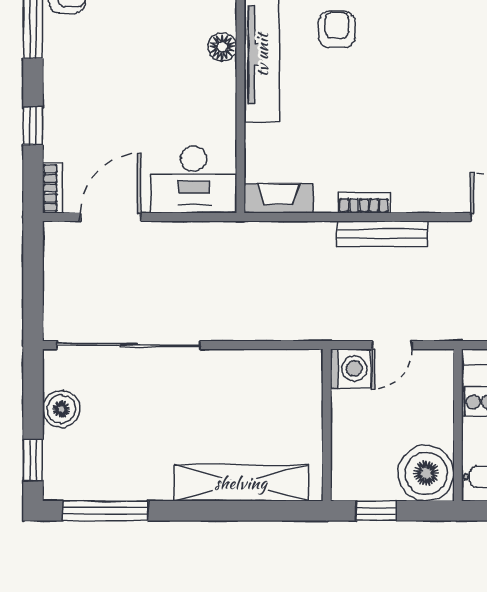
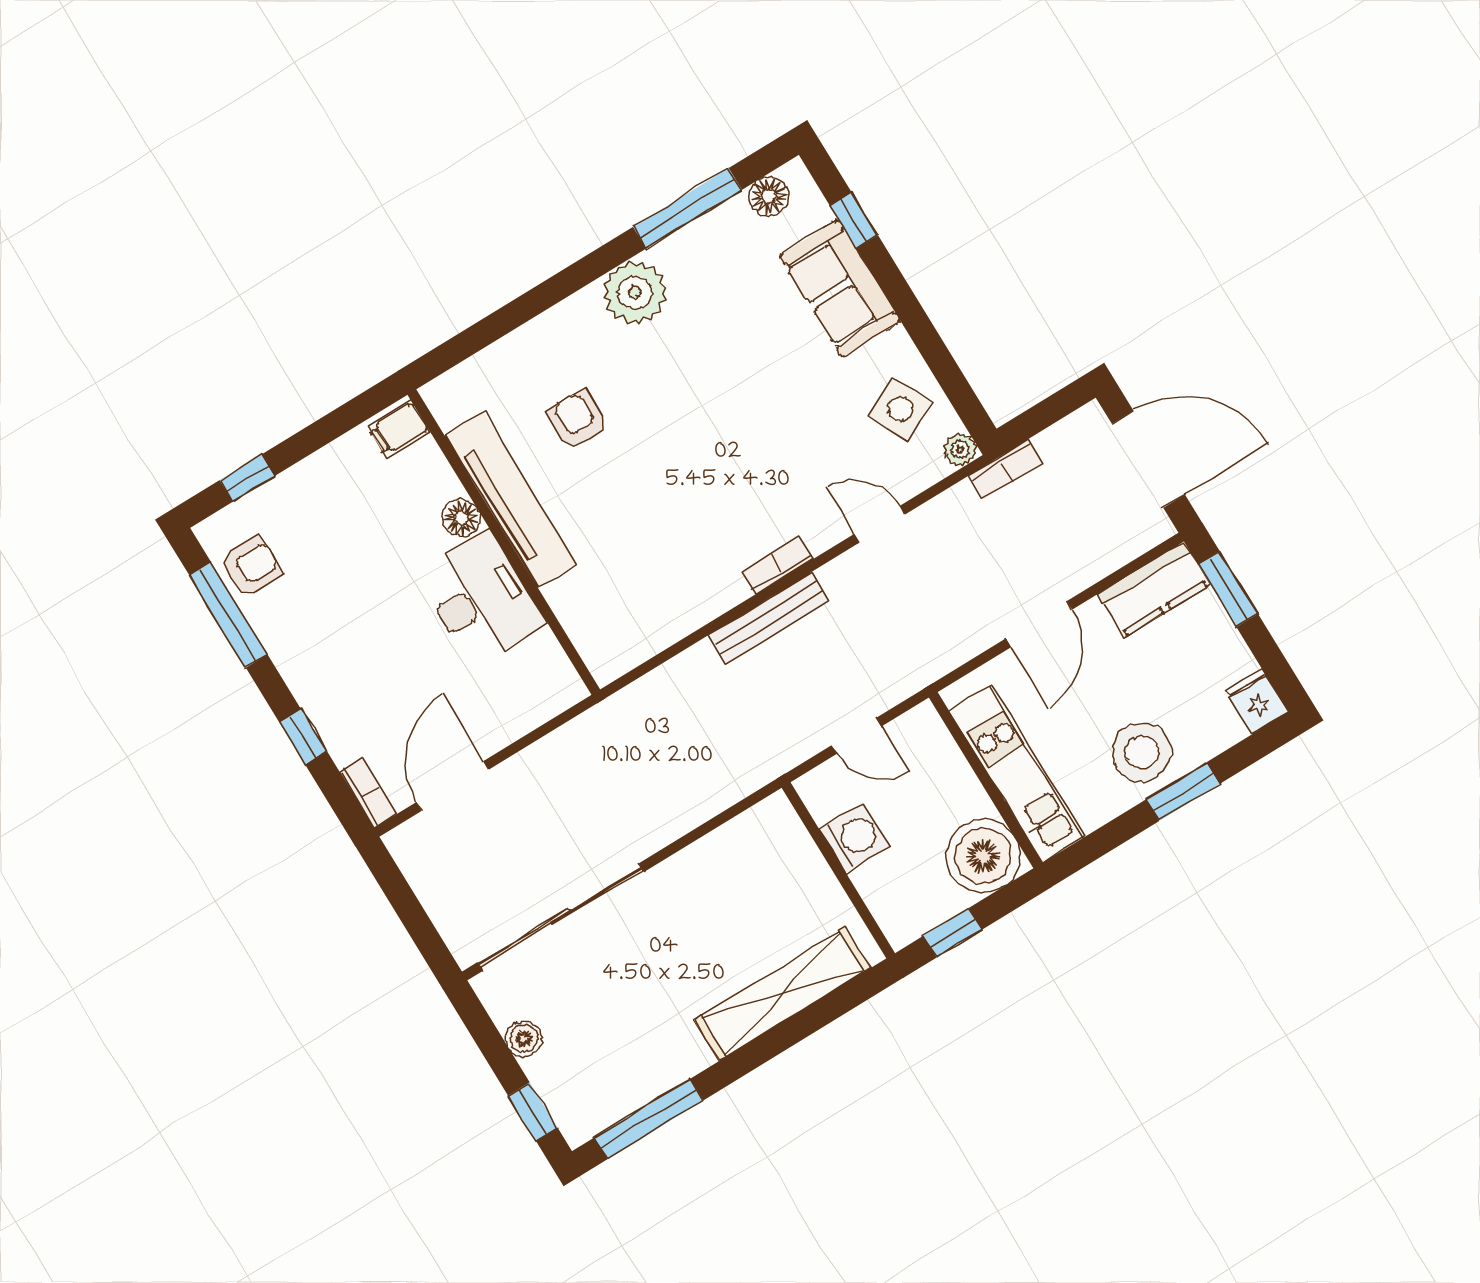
desk: (194, 180) -> (480, 598), moved, turned -90
fireplace: (279, 198) -> (629, 649), removed
bookcase: (364, 203) -> (777, 565), moved
door: (392, 345) -> (857, 736), hinge flipped
washing machine: (350, 369) -> (855, 838), moved
boiler: (61, 409) -> (524, 1038), width x0.73, depth x0.73

